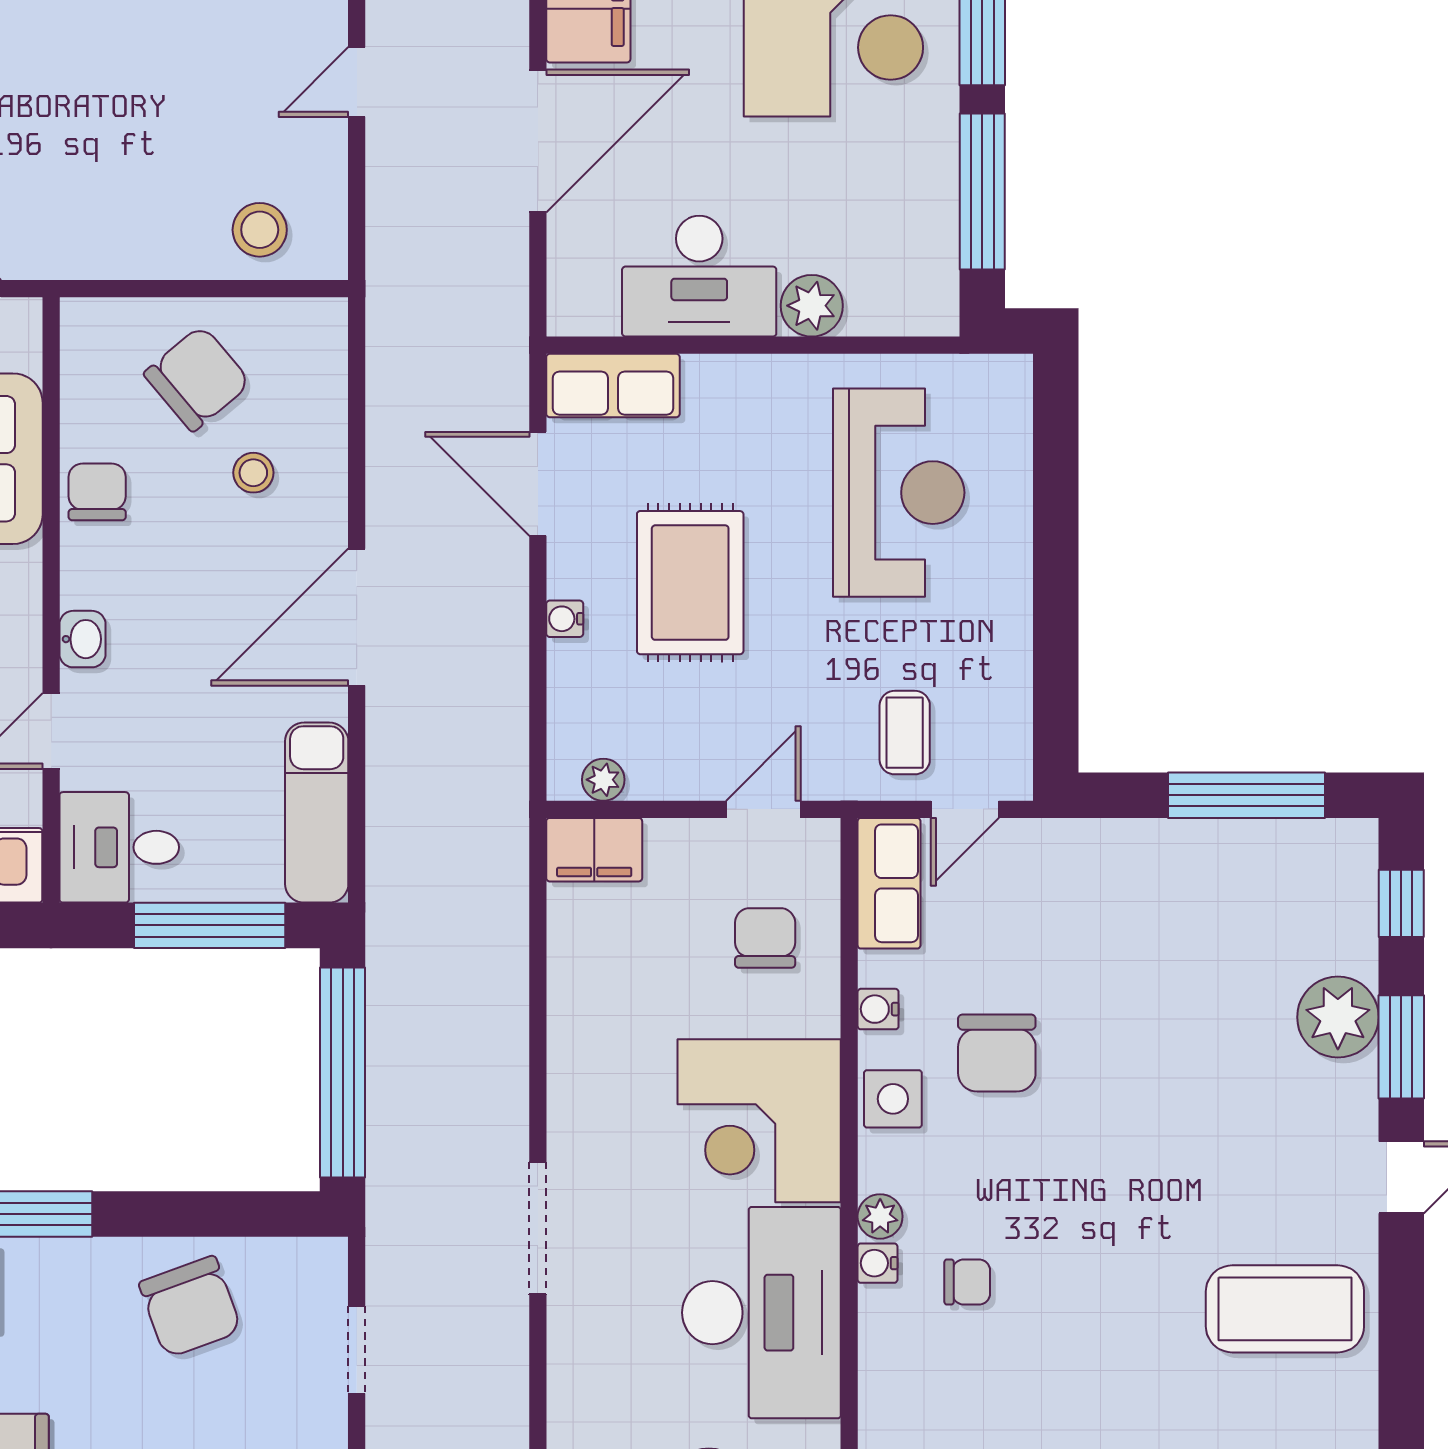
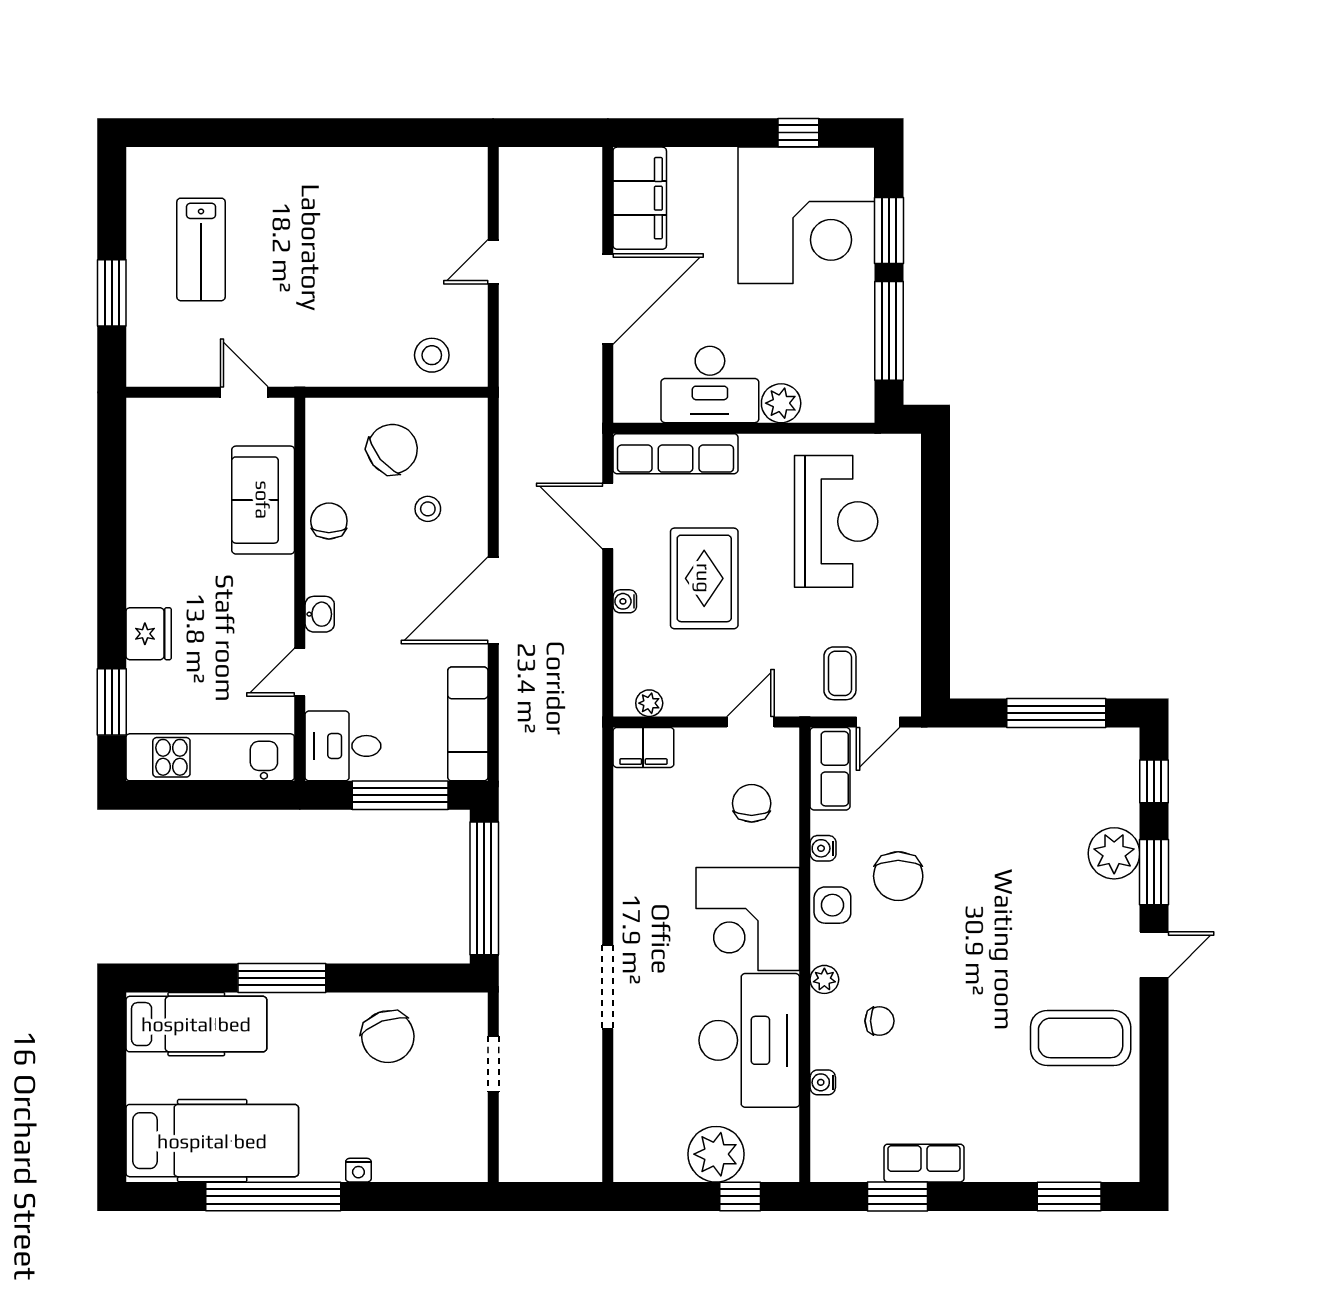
row of seats: (613, 385) -> (675, 454), width x1.48
water cooler: (878, 1263) -> (823, 1082), moved

